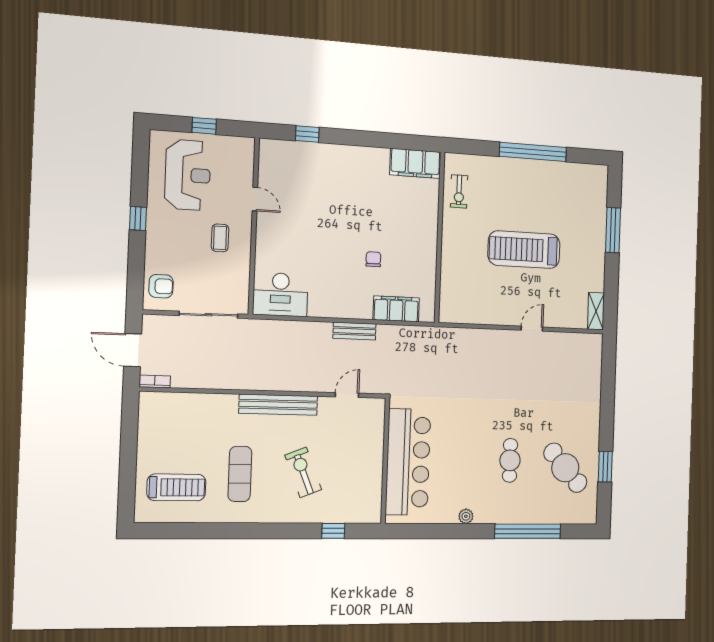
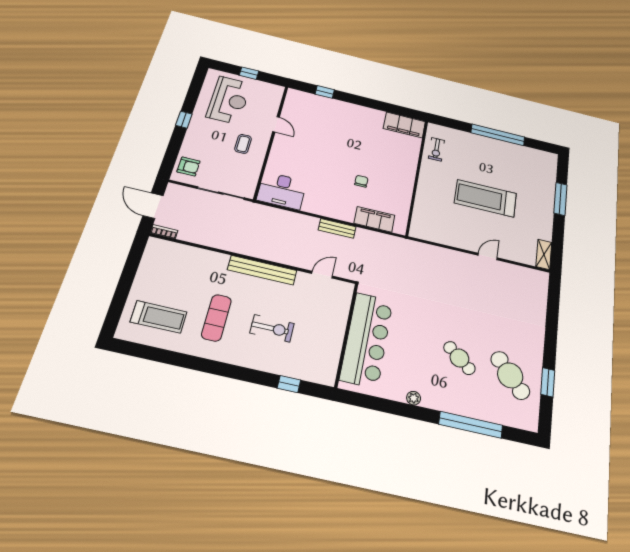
cafe table: (510, 460) -> (459, 358), turned -51
exercise bike: (303, 472) -> (272, 328), turned 112

